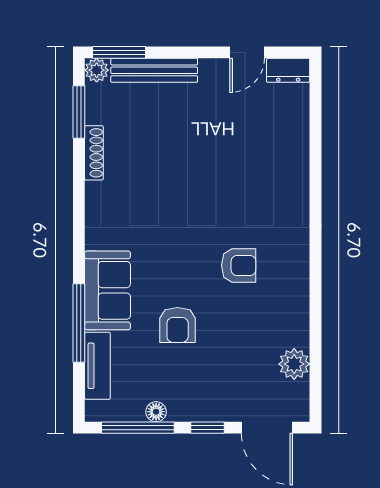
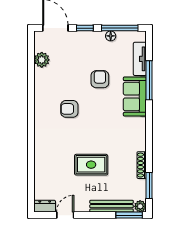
rug: (195, 154) -> (91, 165), added

